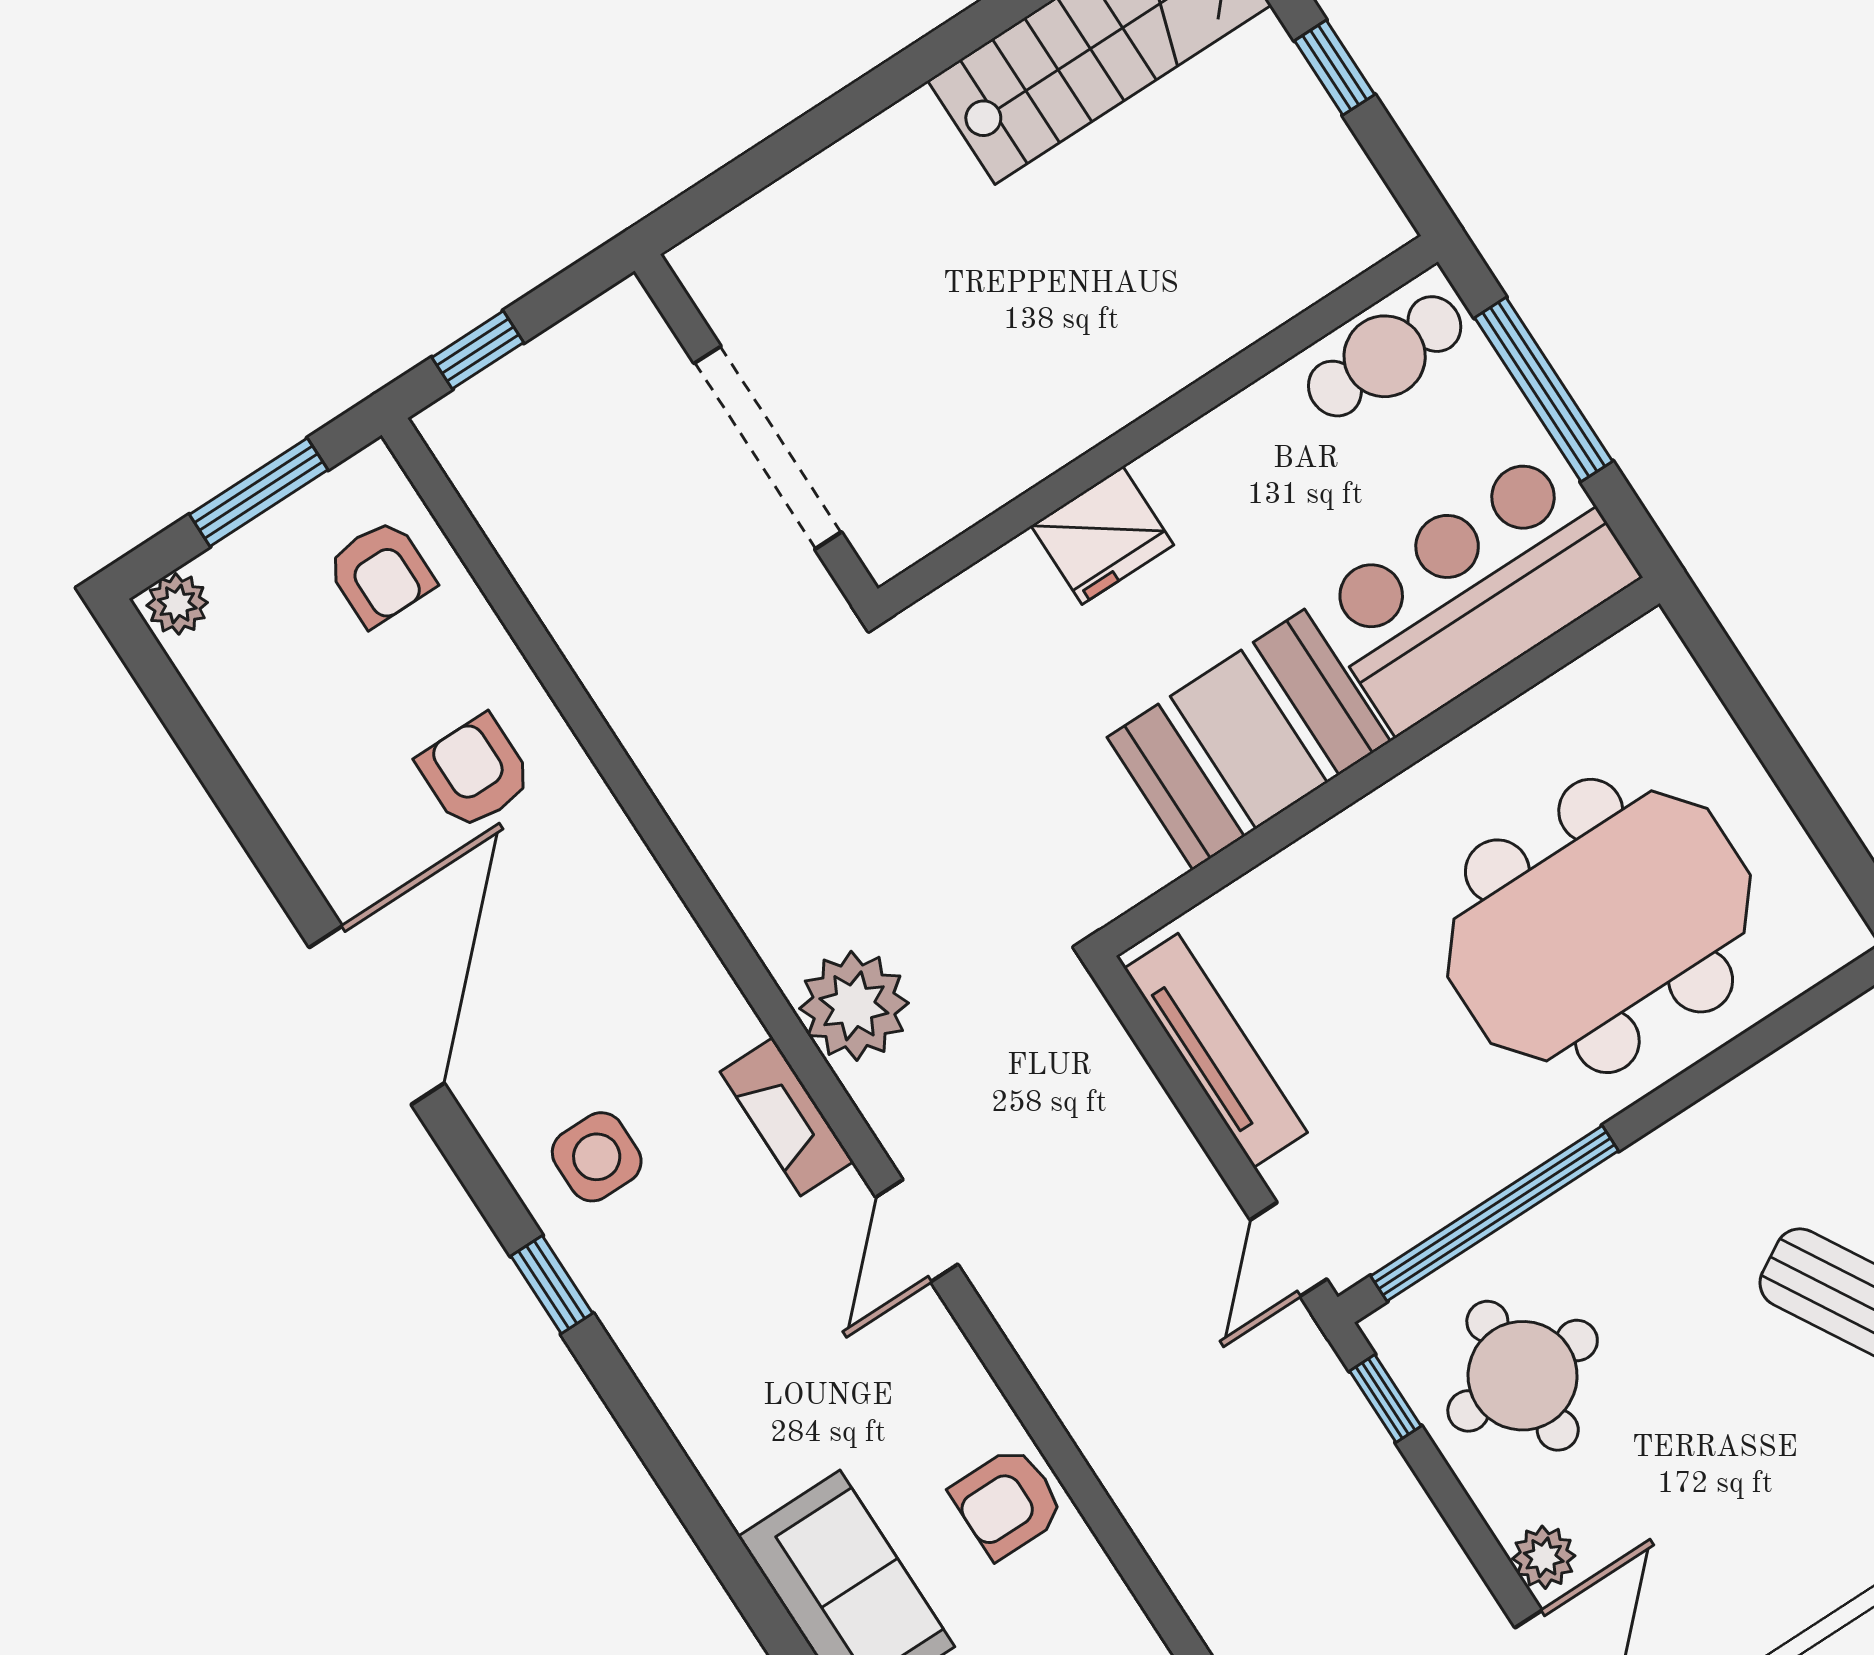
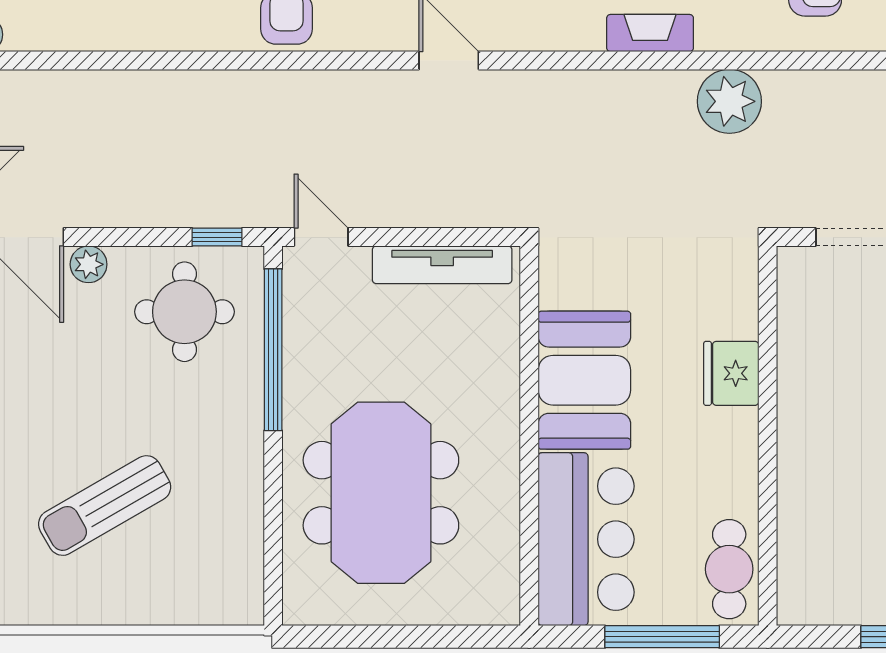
plant: (854, 1006) -> (729, 101), moved
fireplace: (787, 1117) -> (650, 33), moved

